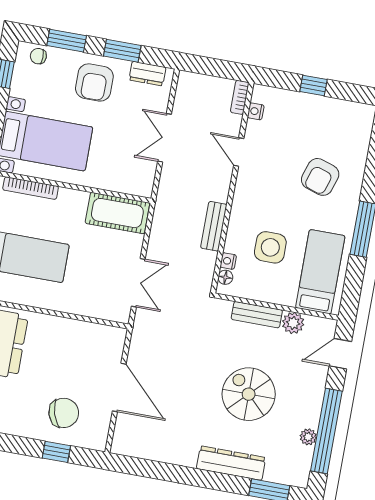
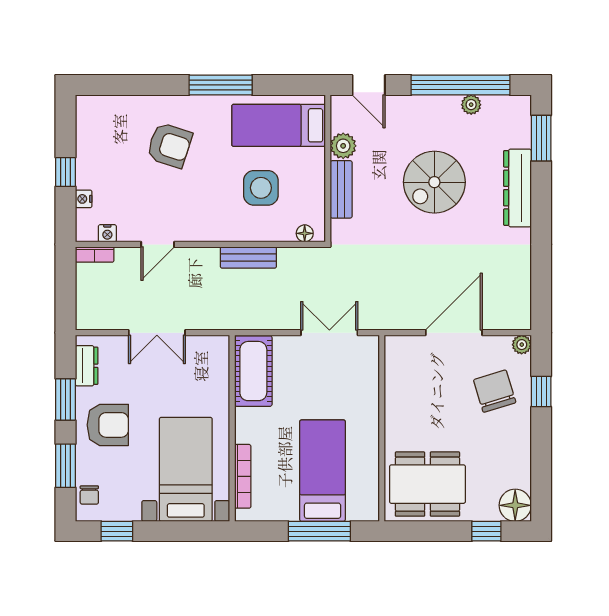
nightstand: (228, 261) -> (84, 199), moved, turned 90
plant: (99, 443) -> (522, 345), added

